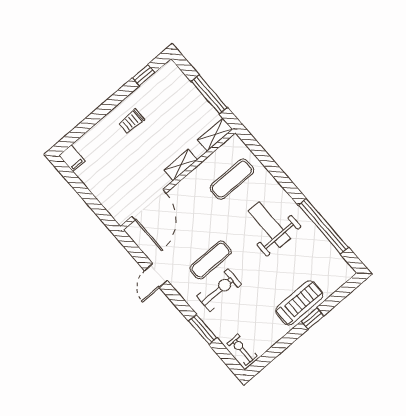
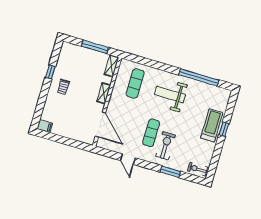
window: (144, 75) -> (50, 72), moved

